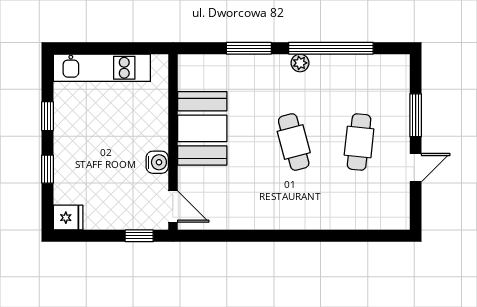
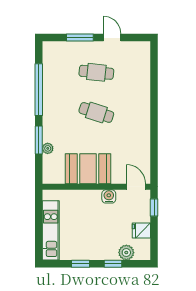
plant: (300, 63) -> (48, 148), moved
cafe table: (294, 142) -> (96, 112), turned 33
plant: (66, 191) -> (126, 253), added
door: (173, 207) -> (136, 187), hinge flipped
fridge: (68, 218) -> (141, 231), moved, turned -90

